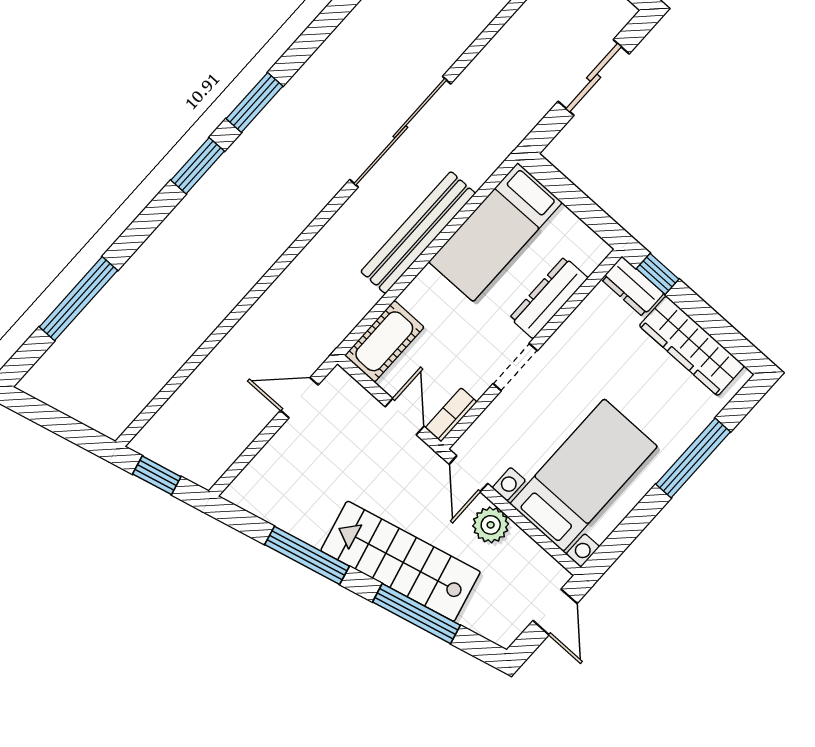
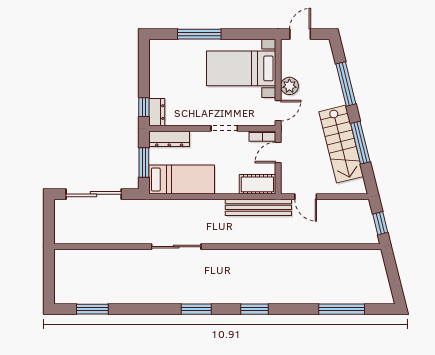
sliding door: (594, 78) -> (94, 194), width x1.37
window: (254, 102) -> (196, 309), moved
sliding door: (400, 132) -> (176, 247), width x0.73
window: (573, 198) -> (144, 163), added
bench: (418, 233) -> (258, 207), moved
dresser: (549, 298) -> (169, 139), moved
wardrobe: (692, 346) -> (159, 71), removed
stairs: (401, 561) -> (341, 144), moved

